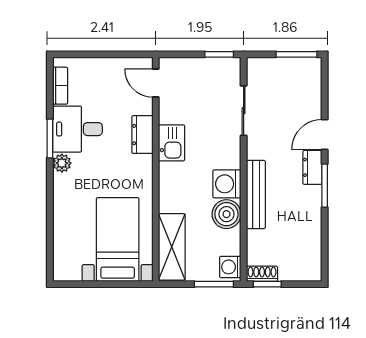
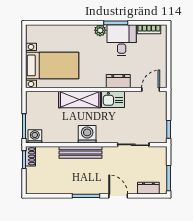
dresser: (312, 167) -> (148, 188), moved
boiler: (226, 214) -> (68, 134), removed
shelving: (172, 247) -> (80, 100), moved

